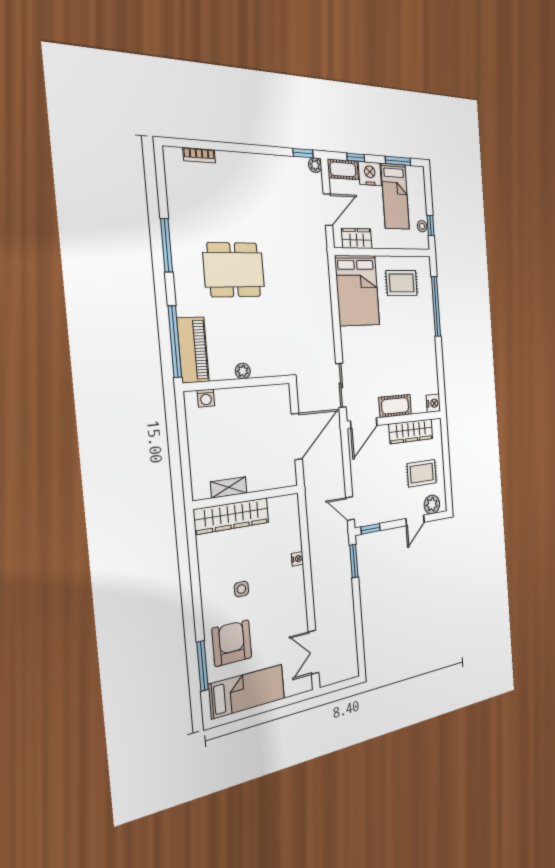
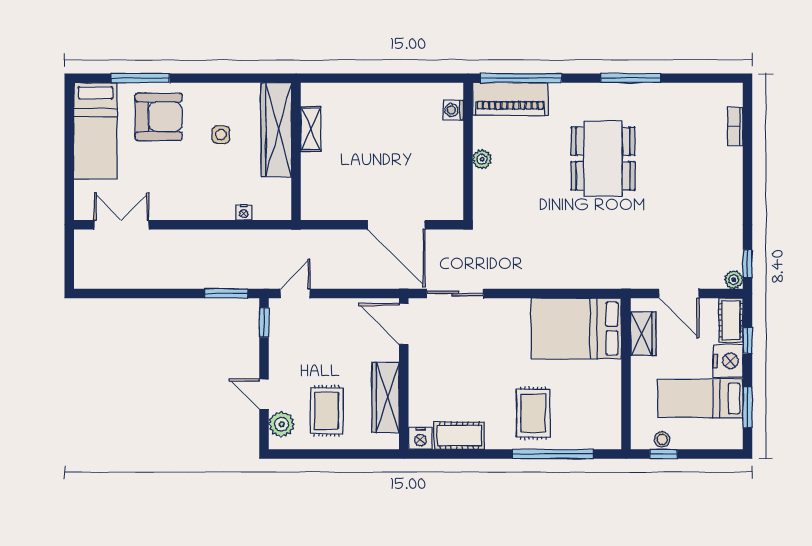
rug: (402, 283) -> (533, 413), moved
cot: (395, 406) -> (459, 436), moved, turned 90
shelving: (229, 487) -> (311, 129), moved
wall: (247, 497) -> (296, 151), moved
wardrobe: (232, 516) -> (276, 130), moved

